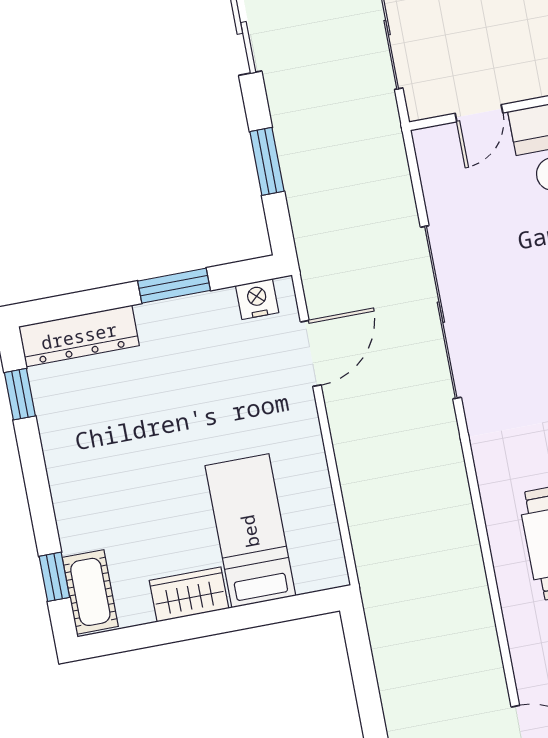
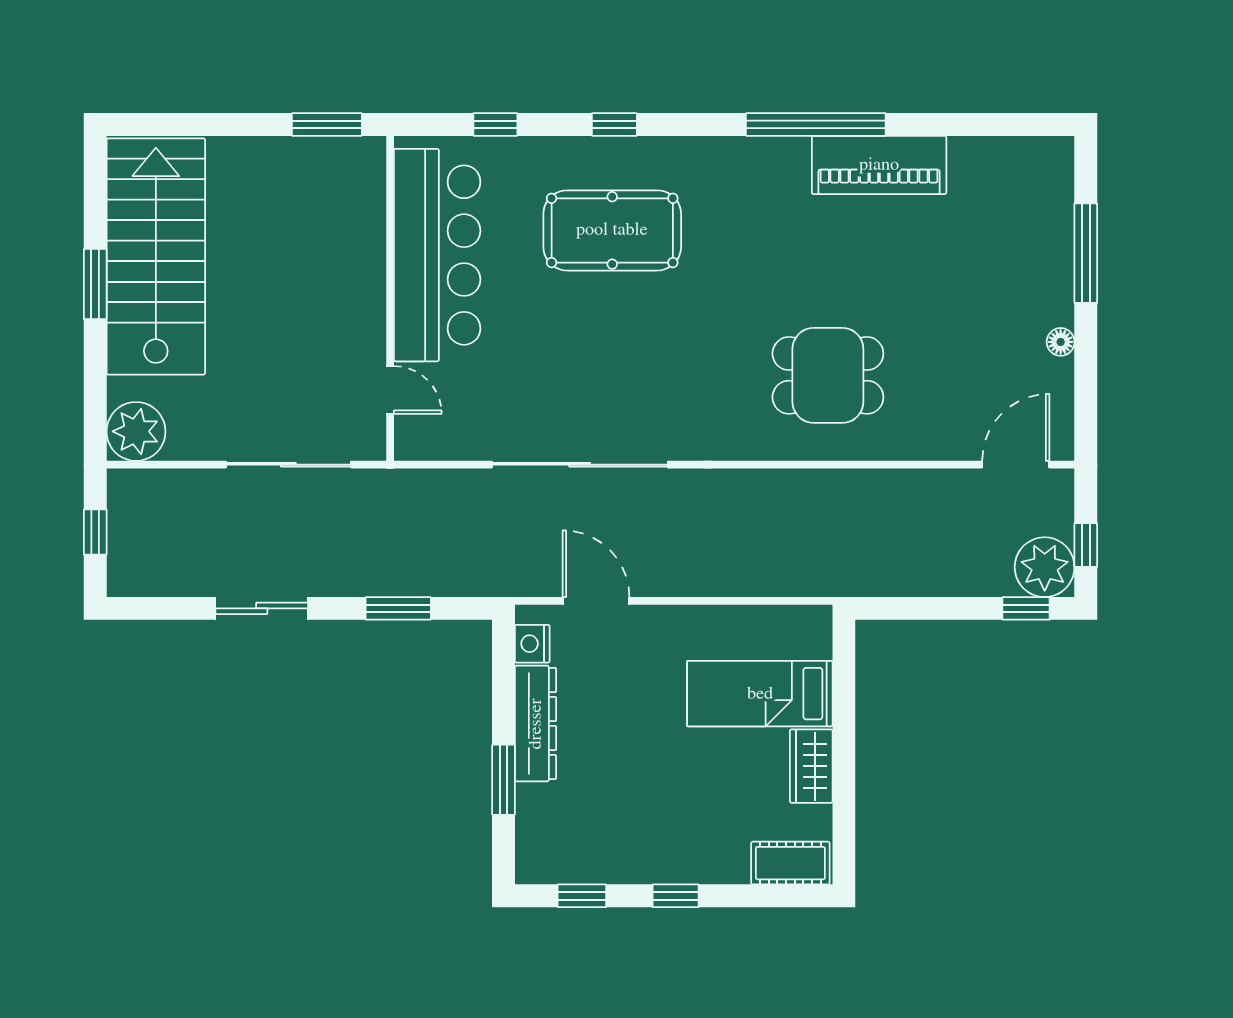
window: (174, 286) -> (504, 780), moved
dresser: (79, 336) -> (536, 724), moved
window: (54, 577) -> (676, 896), moved

